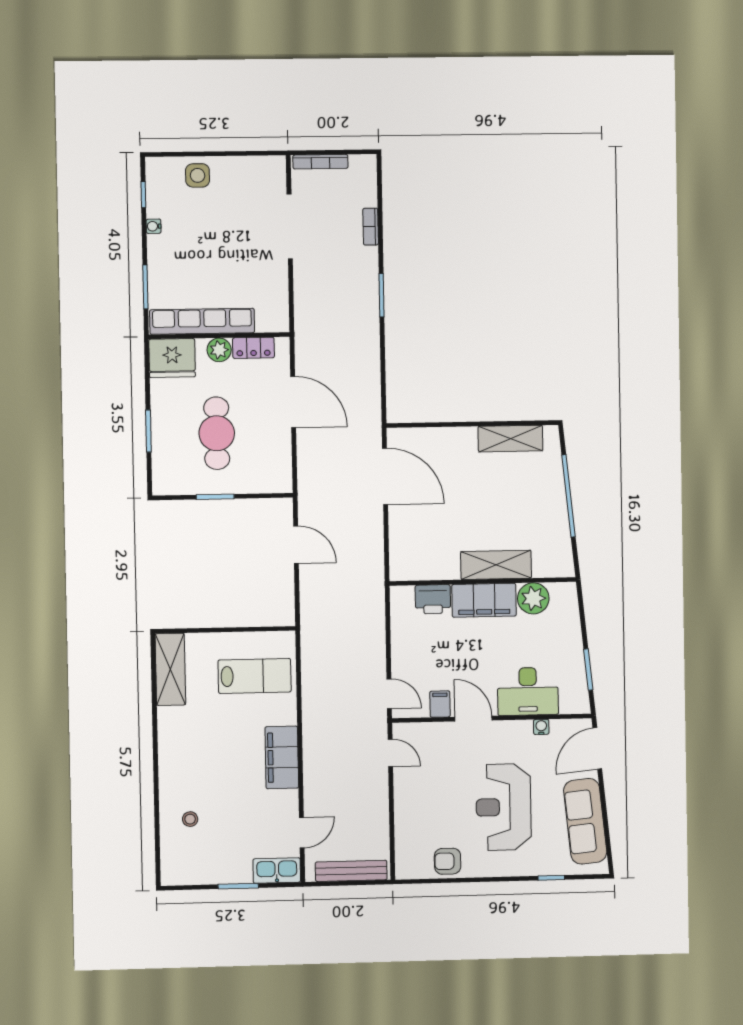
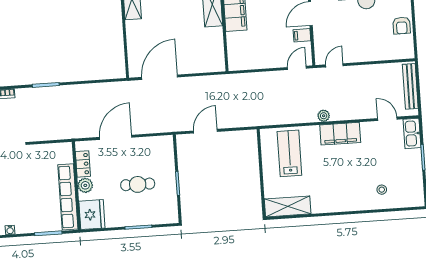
cafe table: (217, 433) -> (138, 184), width x0.73, depth x0.74
printer: (433, 599) -> (236, 43), removed
plant: (311, 732) -> (324, 116), added

